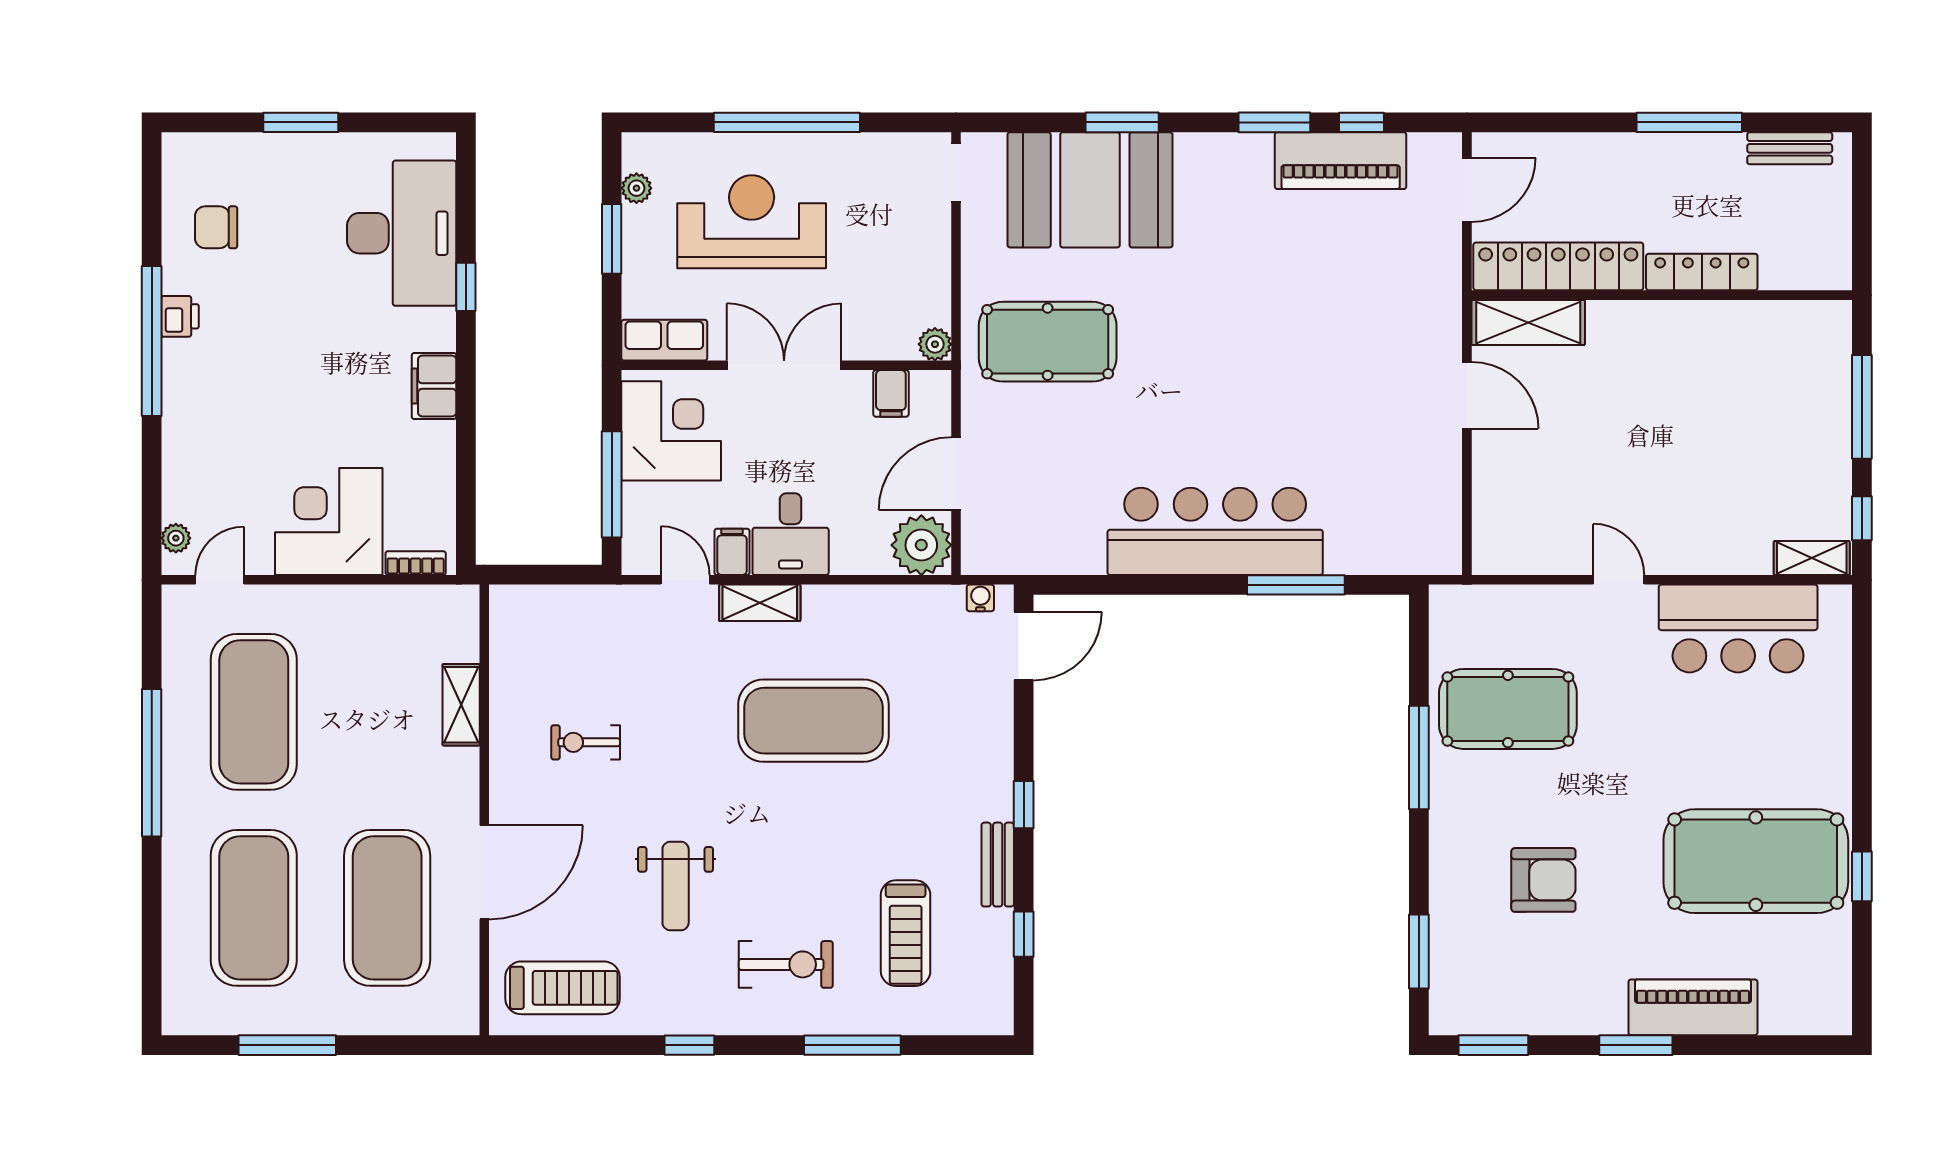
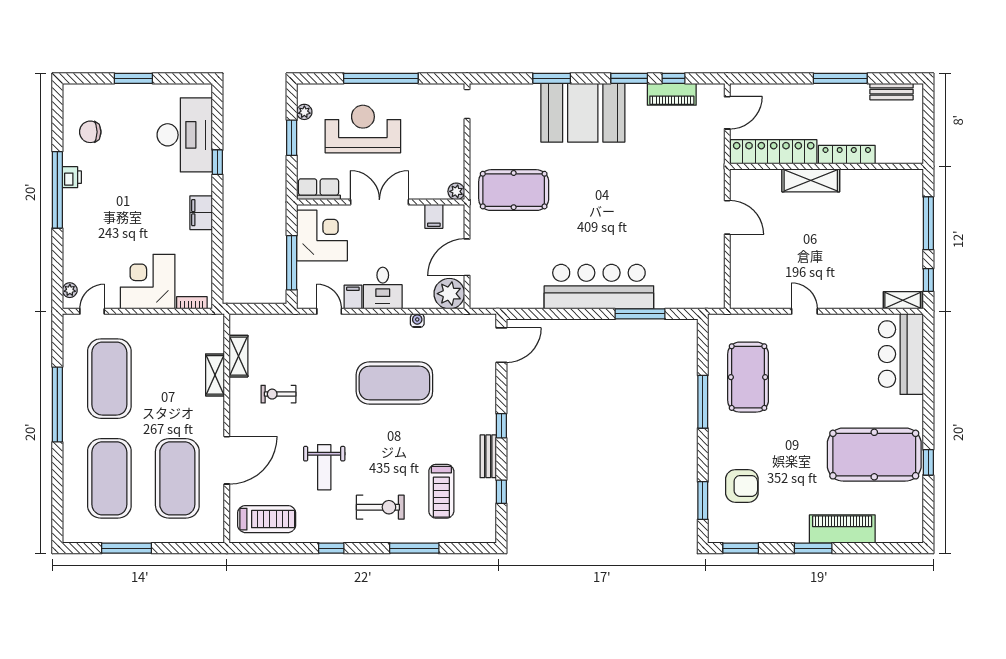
piano: (1341, 161) -> (672, 94), width x0.73, depth x0.75
booth: (1090, 190) -> (583, 113), moved
shelving: (1528, 322) -> (811, 180), moved
water cooler: (980, 598) -> (417, 321), moved
shelving: (760, 603) -> (238, 356), moved, turned 90
bar counter: (1738, 629) -> (901, 354), moved, turned 90
pool table: (1508, 709) -> (748, 377), turned 90
armchair: (1543, 880) -> (742, 486), moved

